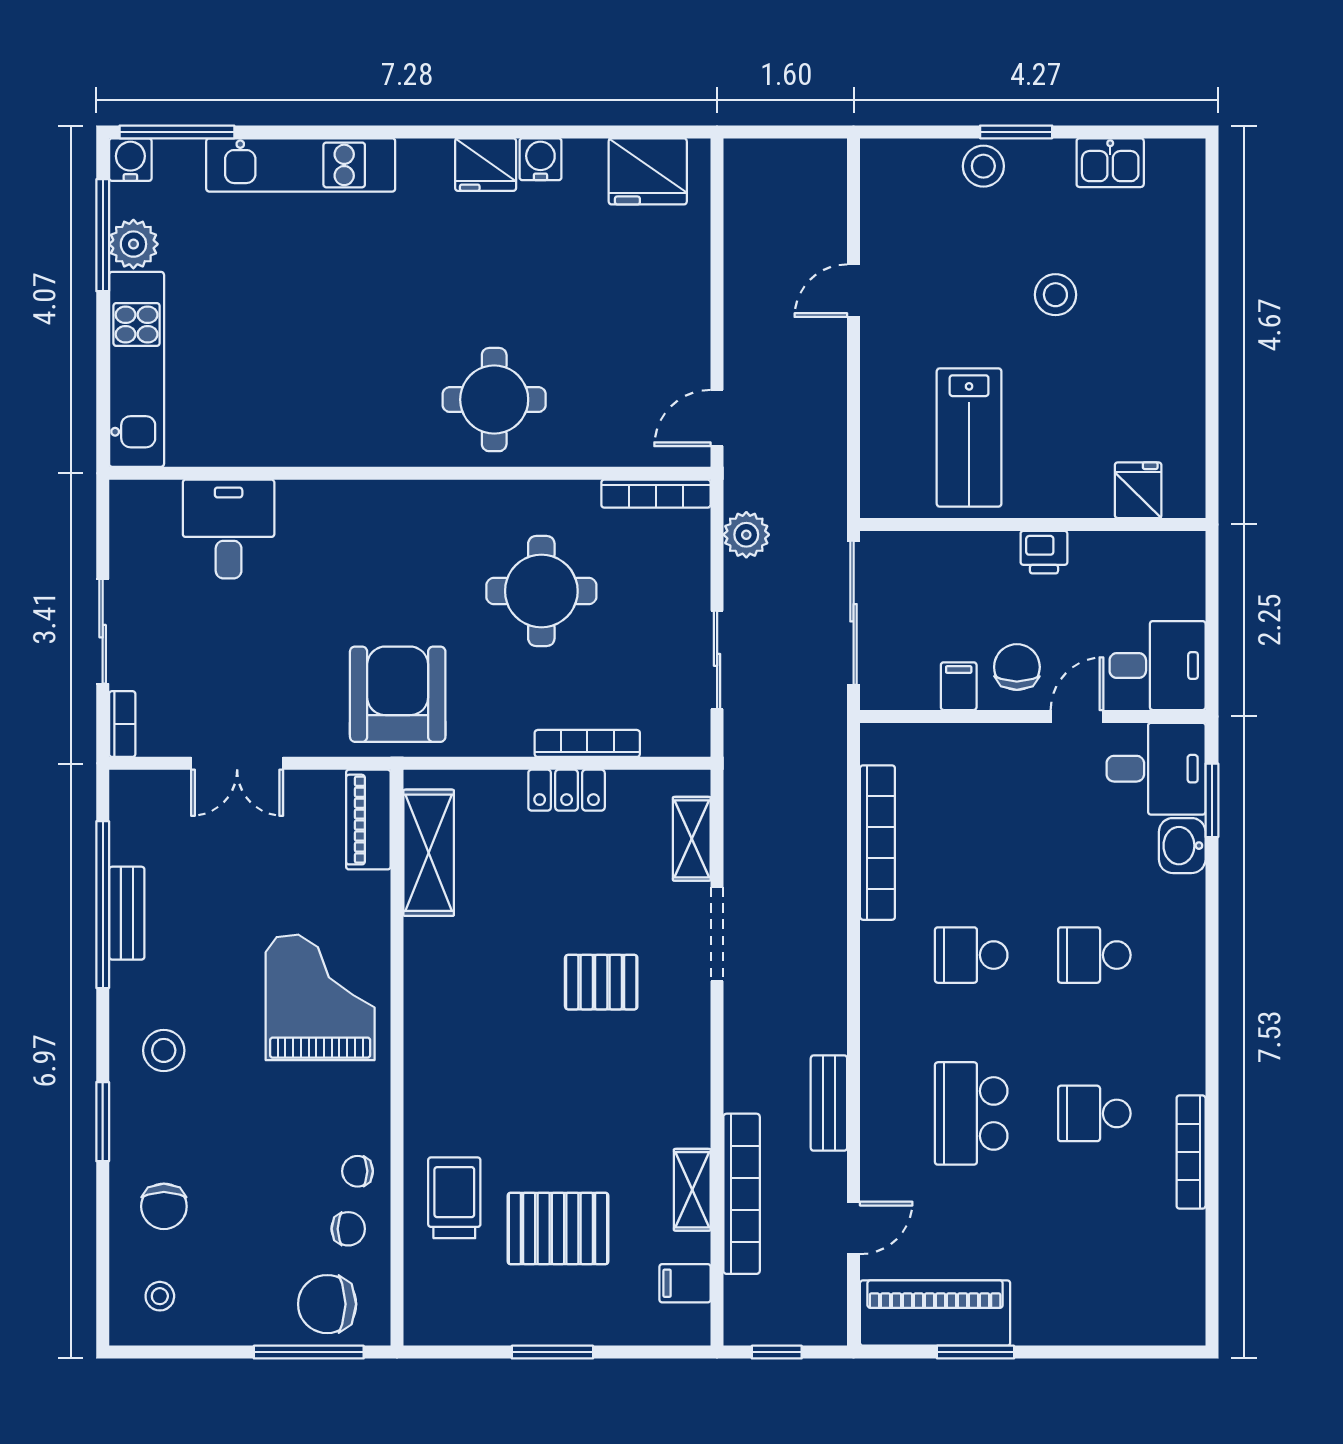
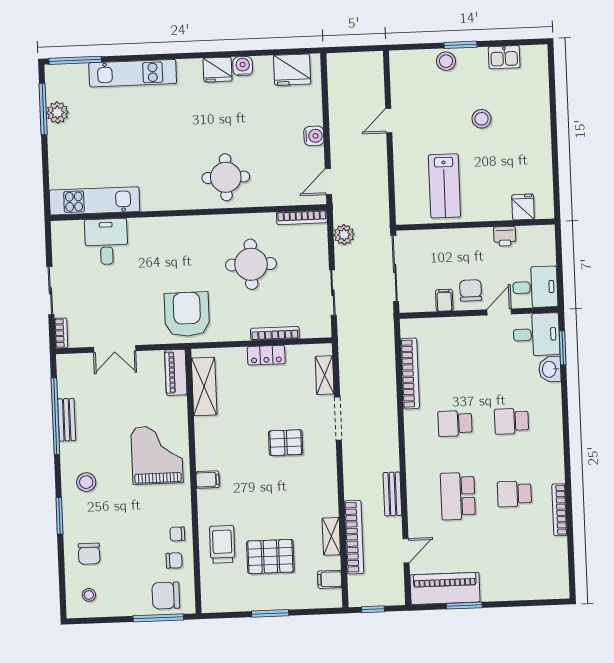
water cooler: (130, 160) -> (314, 136), moved, turned 90
kitchen unit: (137, 369) -> (95, 201), moved, turned -90
printer: (1044, 552) -> (505, 236), moved
filing cabinet: (428, 1056) -> (208, 480), added

